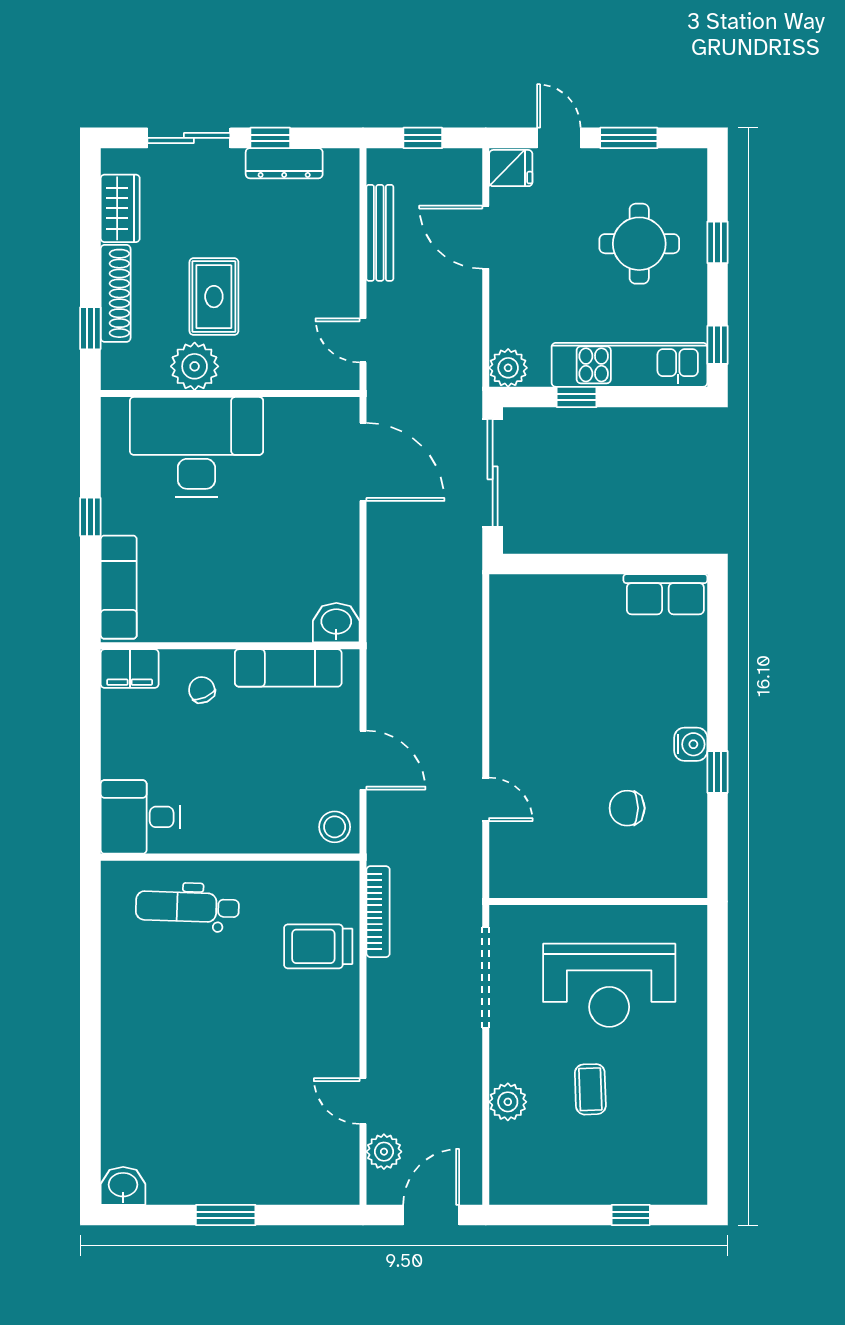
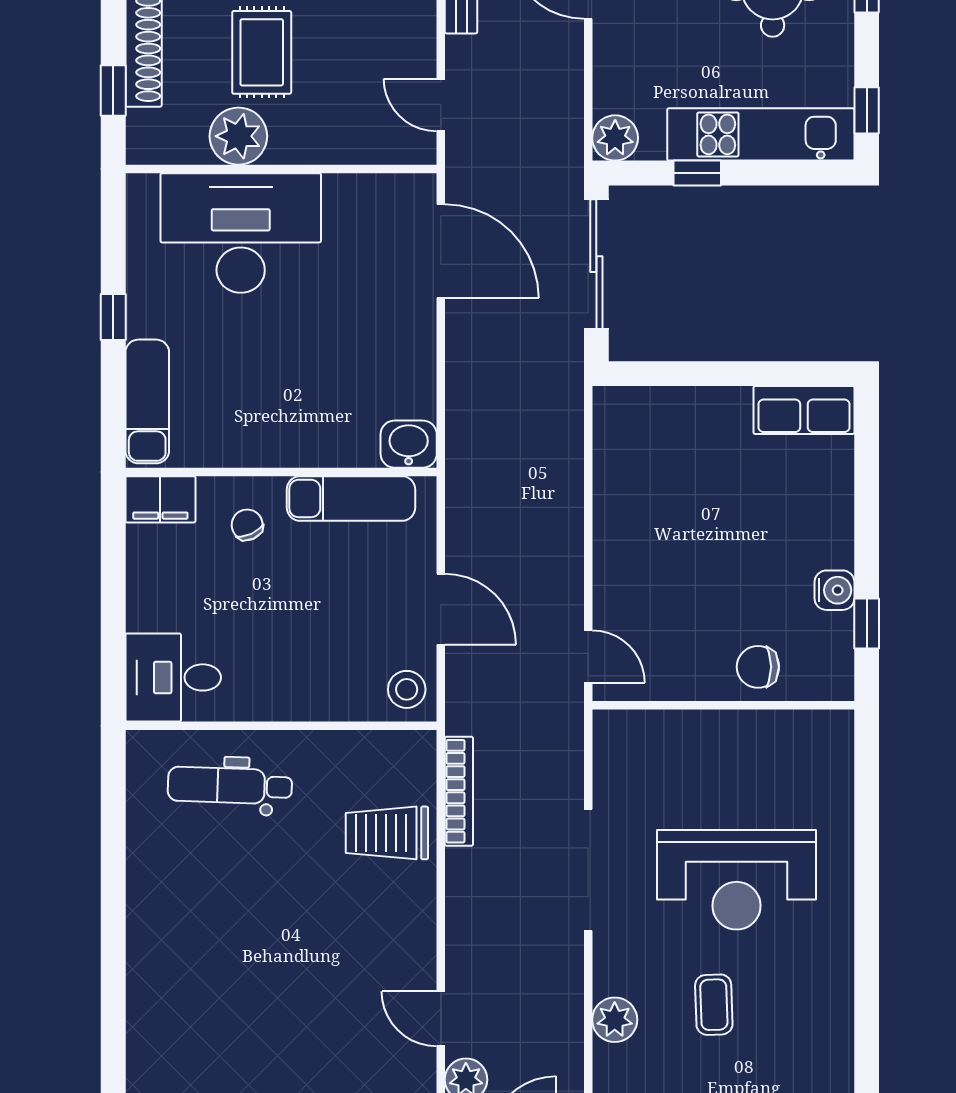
wall: (598, 901) -> (723, 705), moved

